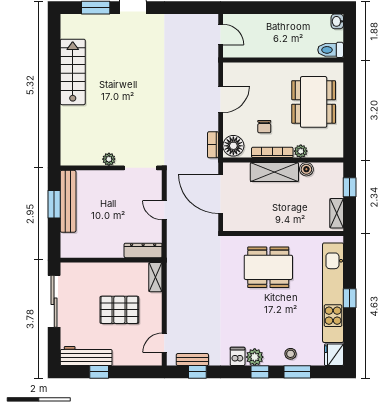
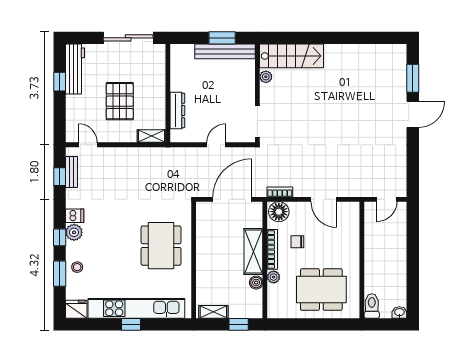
stairs: (73, 72) -> (291, 56), moved
plant: (109, 159) -> (266, 77), moved
dresser: (143, 250) -> (177, 110), moved

